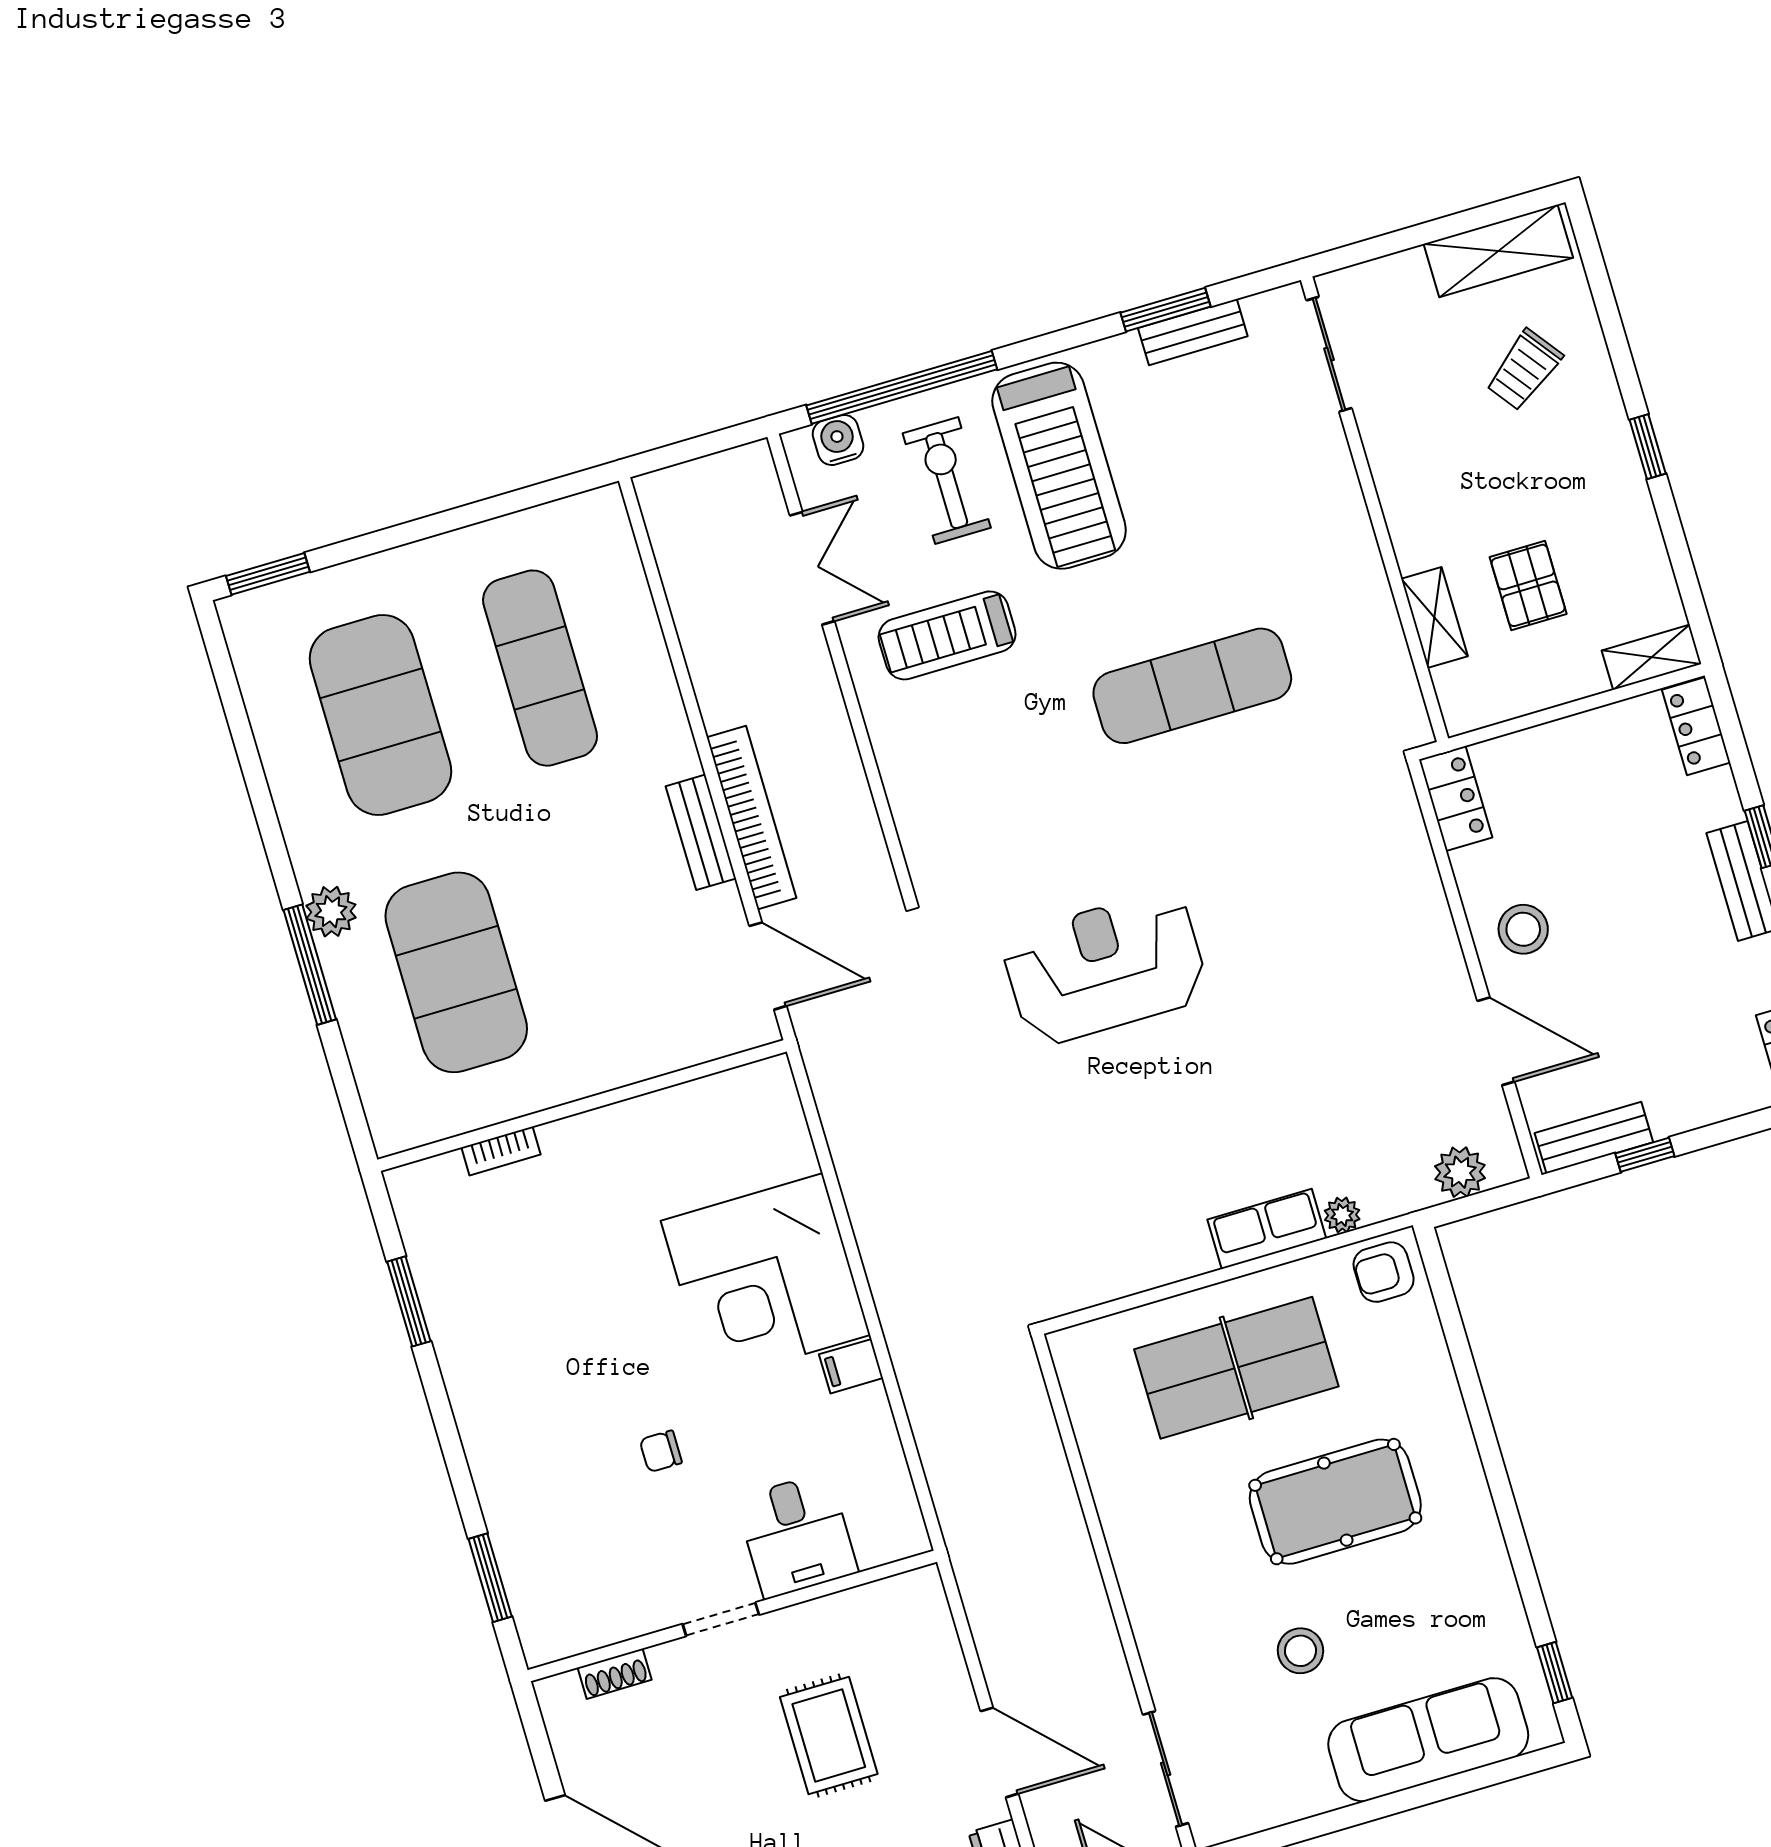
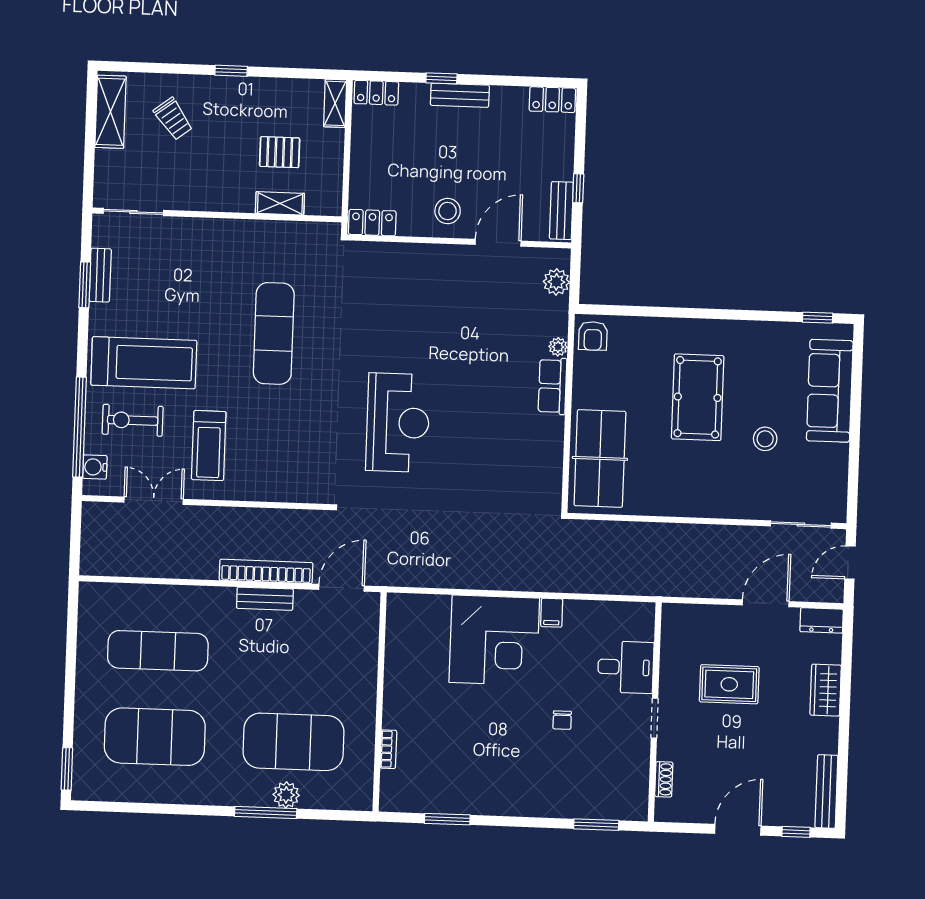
plant: (331, 912) -> (286, 795), moved
reception desk: (1105, 968) -> (398, 423), turned 180
table tennis table: (1236, 1368) -> (600, 458), moved

